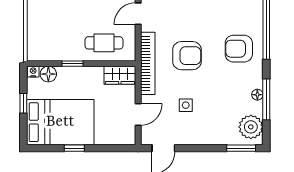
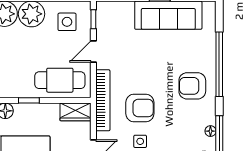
cafe table: (104, 43) -> (60, 80), width x1.37, depth x1.35
armchair: (187, 56) -> (140, 108), moved

